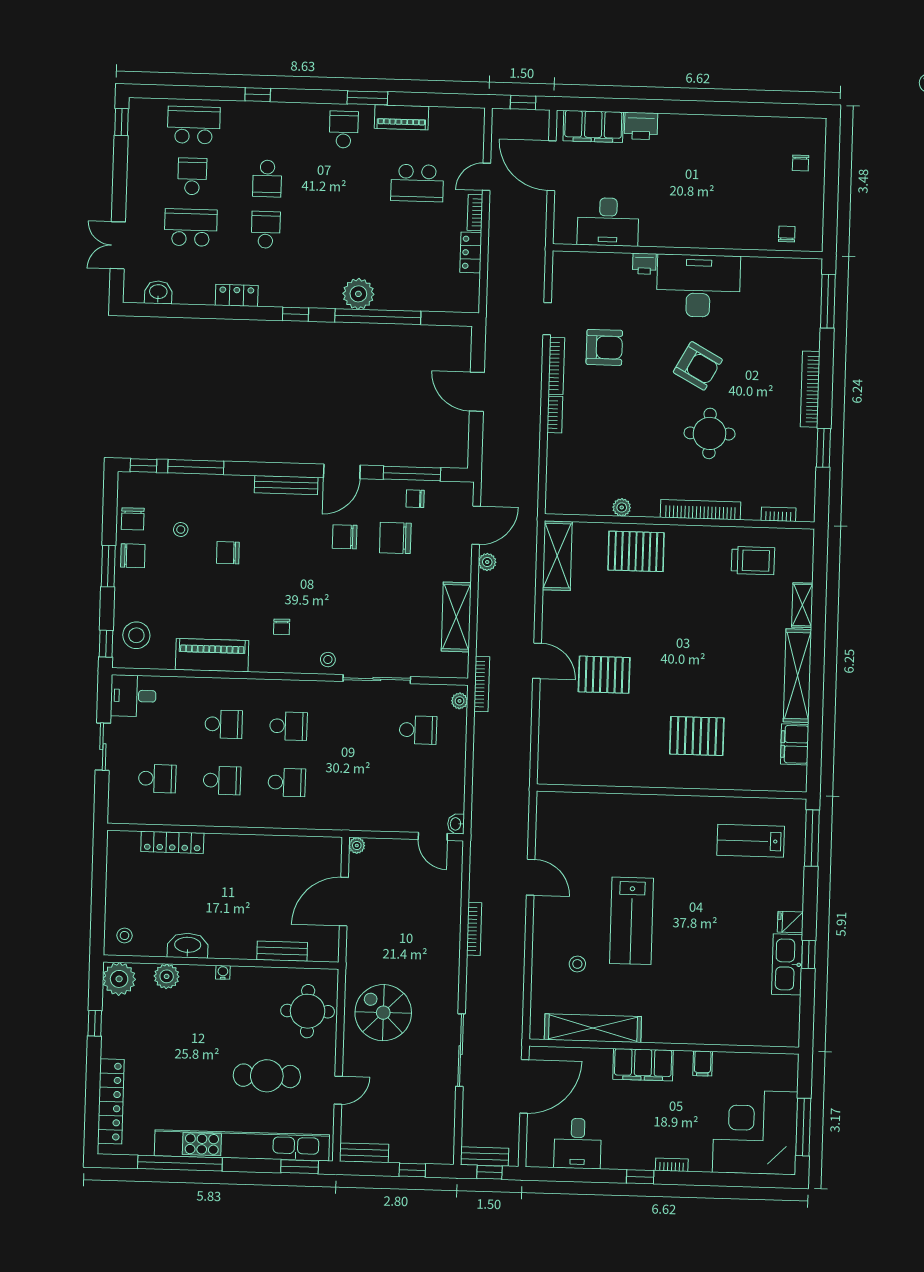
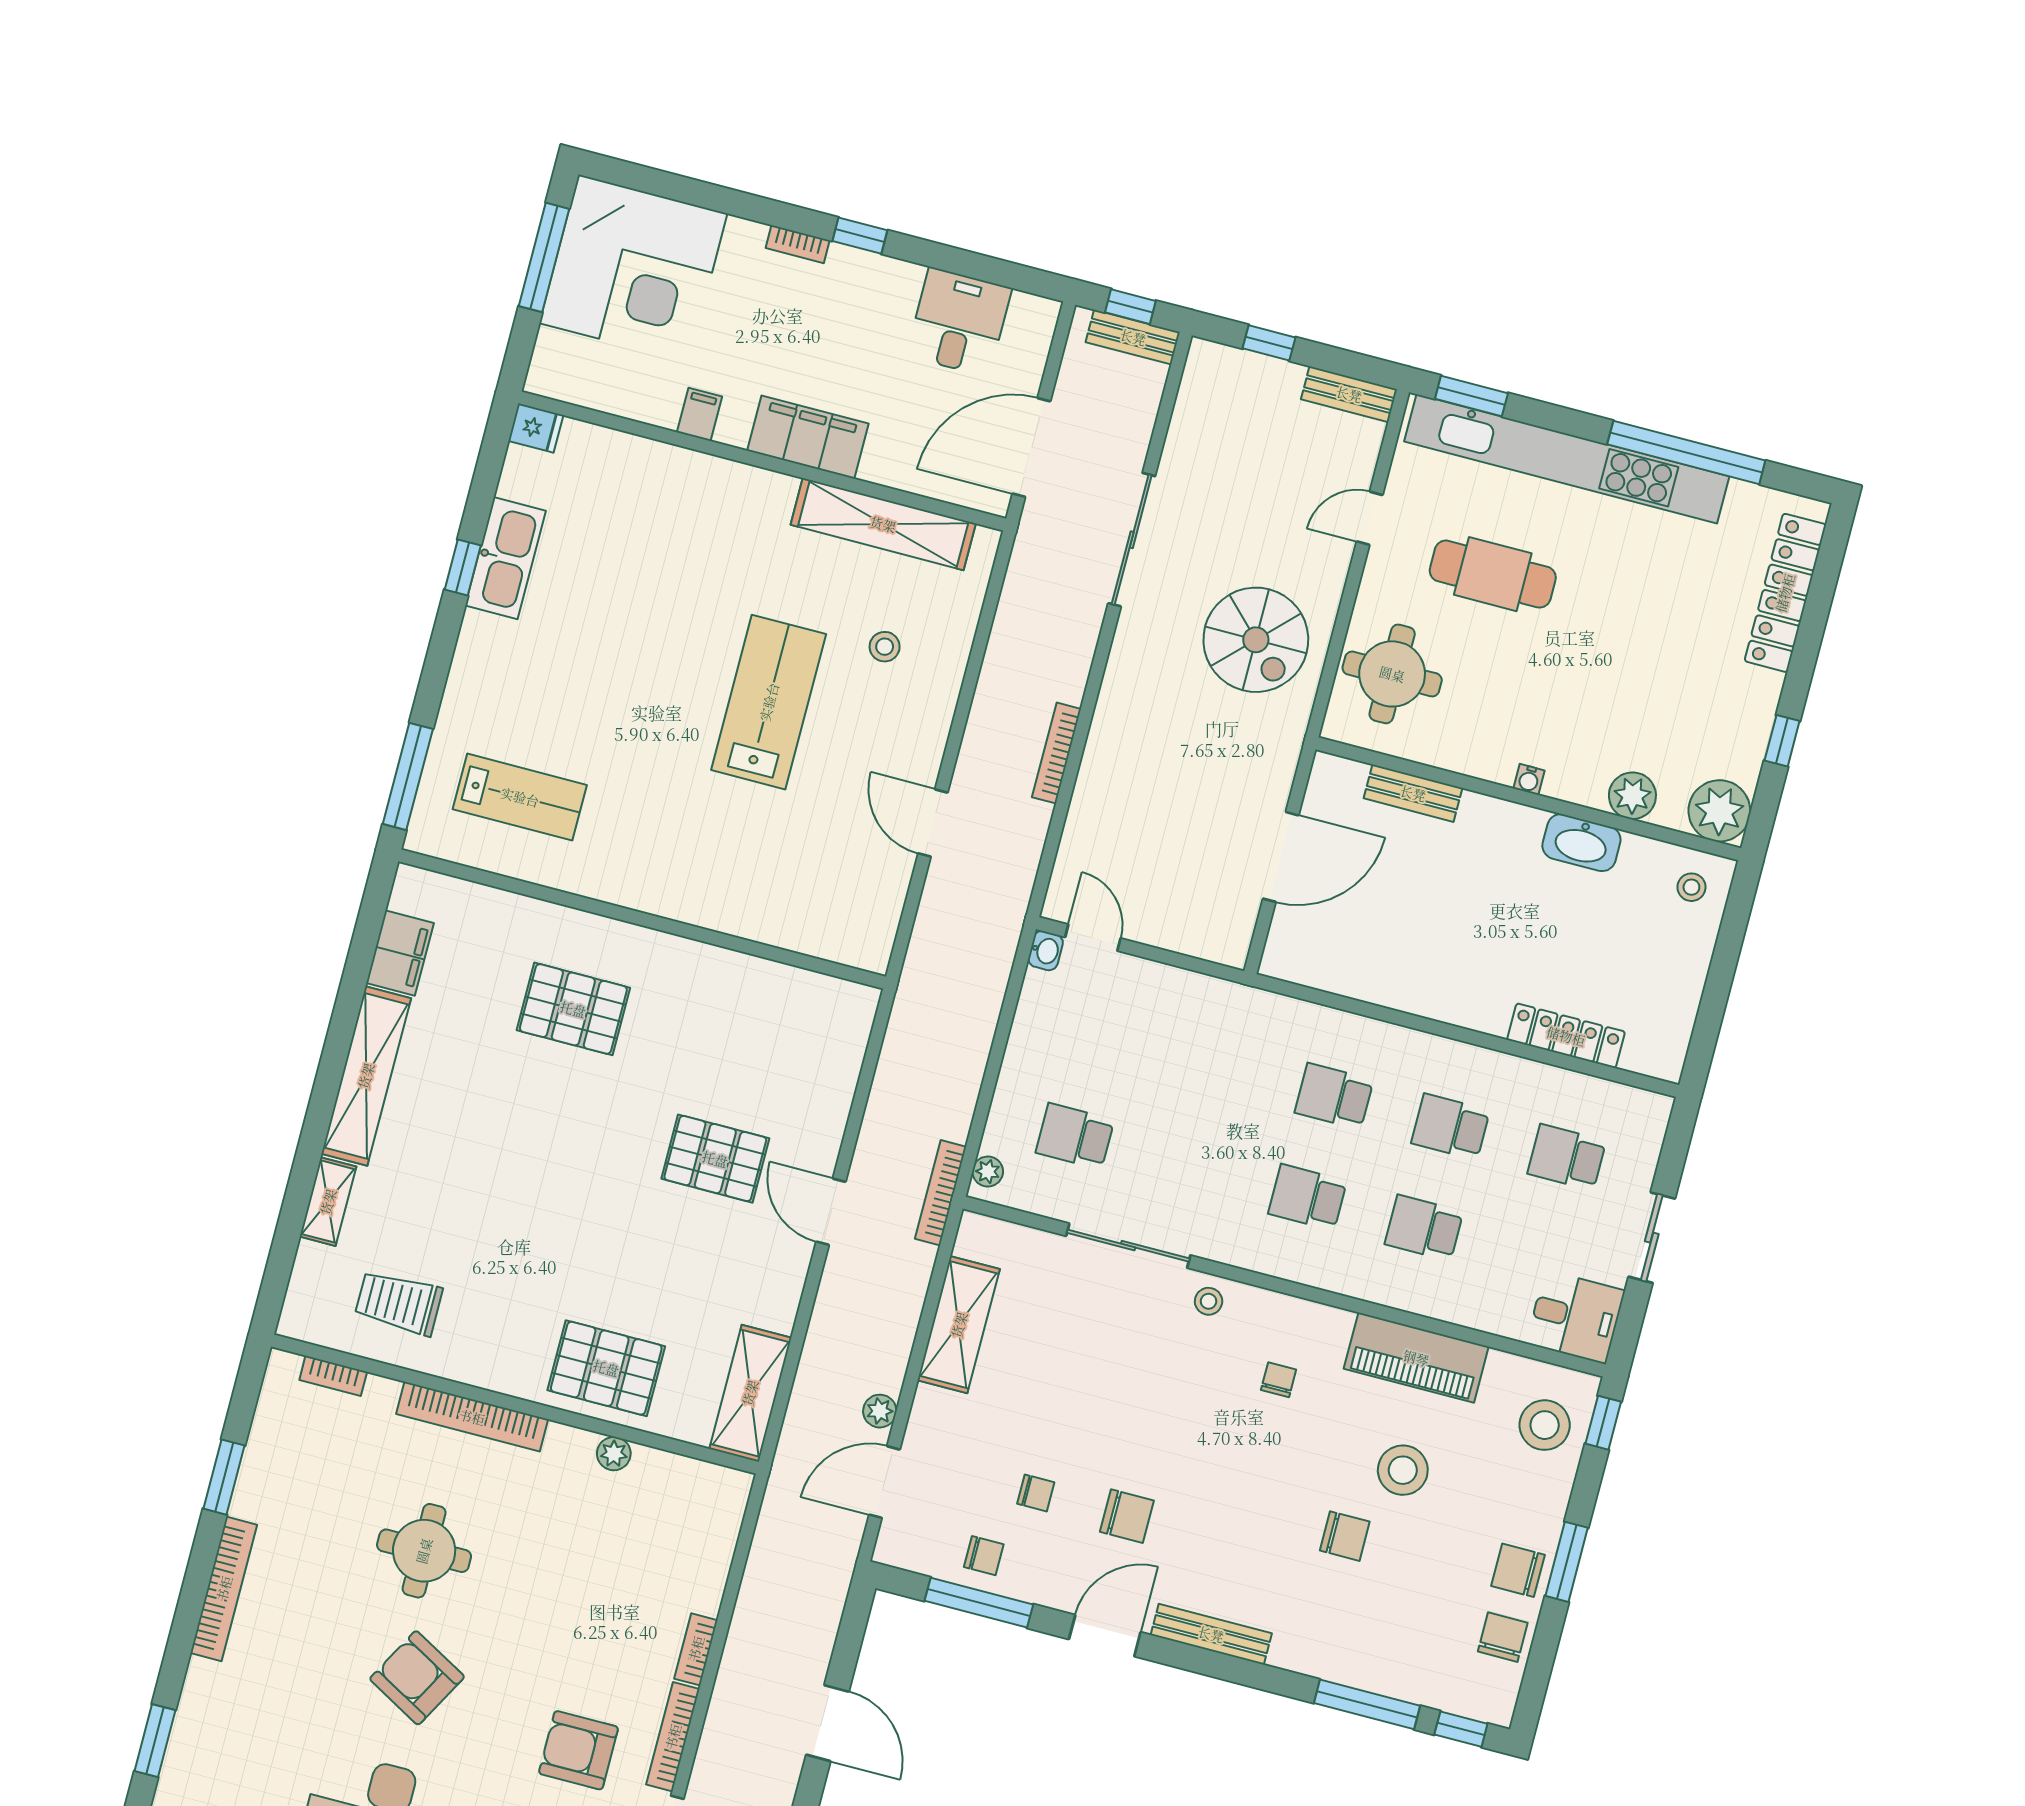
window: (828, 301) -> (155, 1741), width x0.69
stool: (181, 529) -> (1403, 1470), moved, width x1.89, depth x1.89
chair: (395, 538) -> (1036, 1493), width x0.54, depth x0.54
plant: (357, 845) -> (1234, 953), removed
fridge: (790, 922) -> (536, 428), moved

